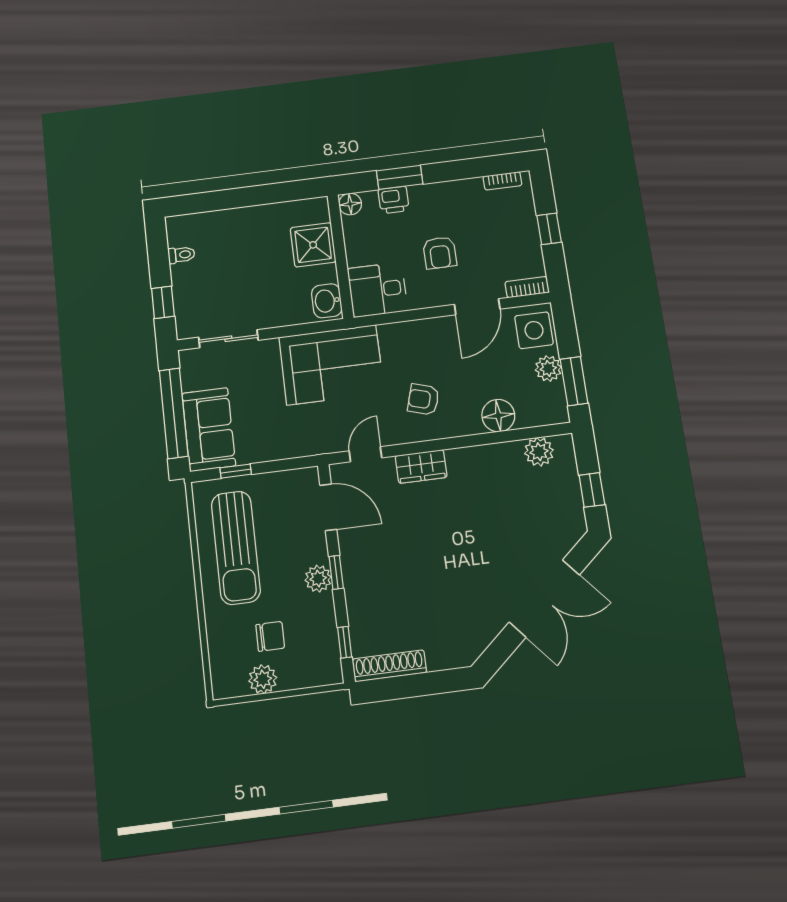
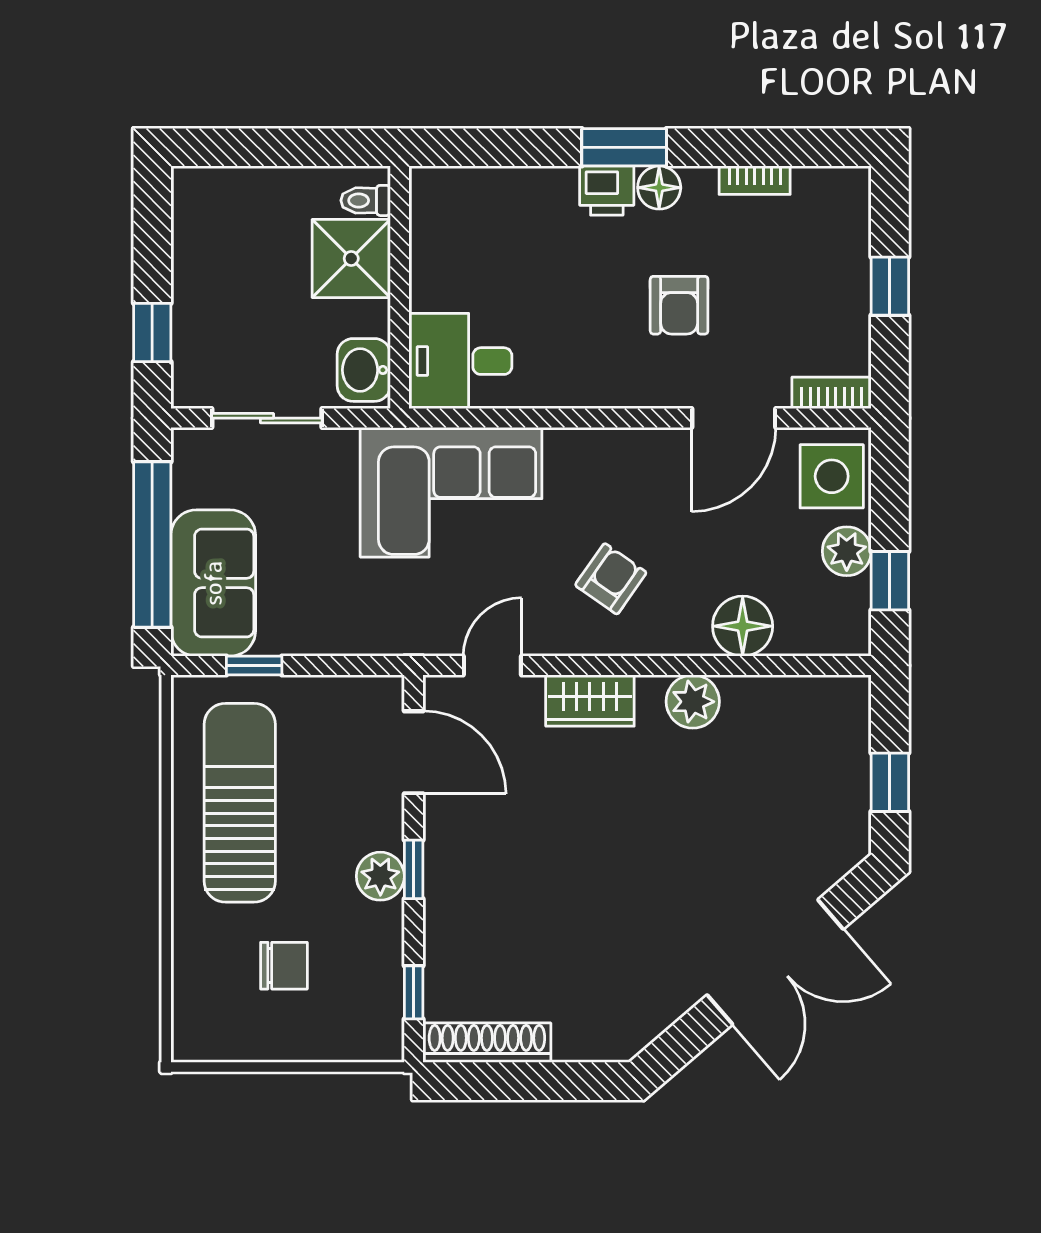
bookcase: (502, 181) -> (755, 180), moved
floor lamp: (350, 204) -> (659, 188), moved
shower: (313, 245) -> (351, 259), moved
toilet: (181, 255) -> (366, 200), moved, turned 180
wall: (340, 256) -> (400, 287), moved
desk: (377, 290) -> (460, 361), moved
washbasin: (327, 301) -> (364, 370), moved
window: (574, 381) -> (890, 581), width x0.67
armchair: (423, 399) -> (611, 579), turned 108
plant: (539, 452) -> (693, 702), moved
sun lounger: (236, 548) -> (240, 803), turned 180
plant: (263, 679) -> (263, 1037), removed

